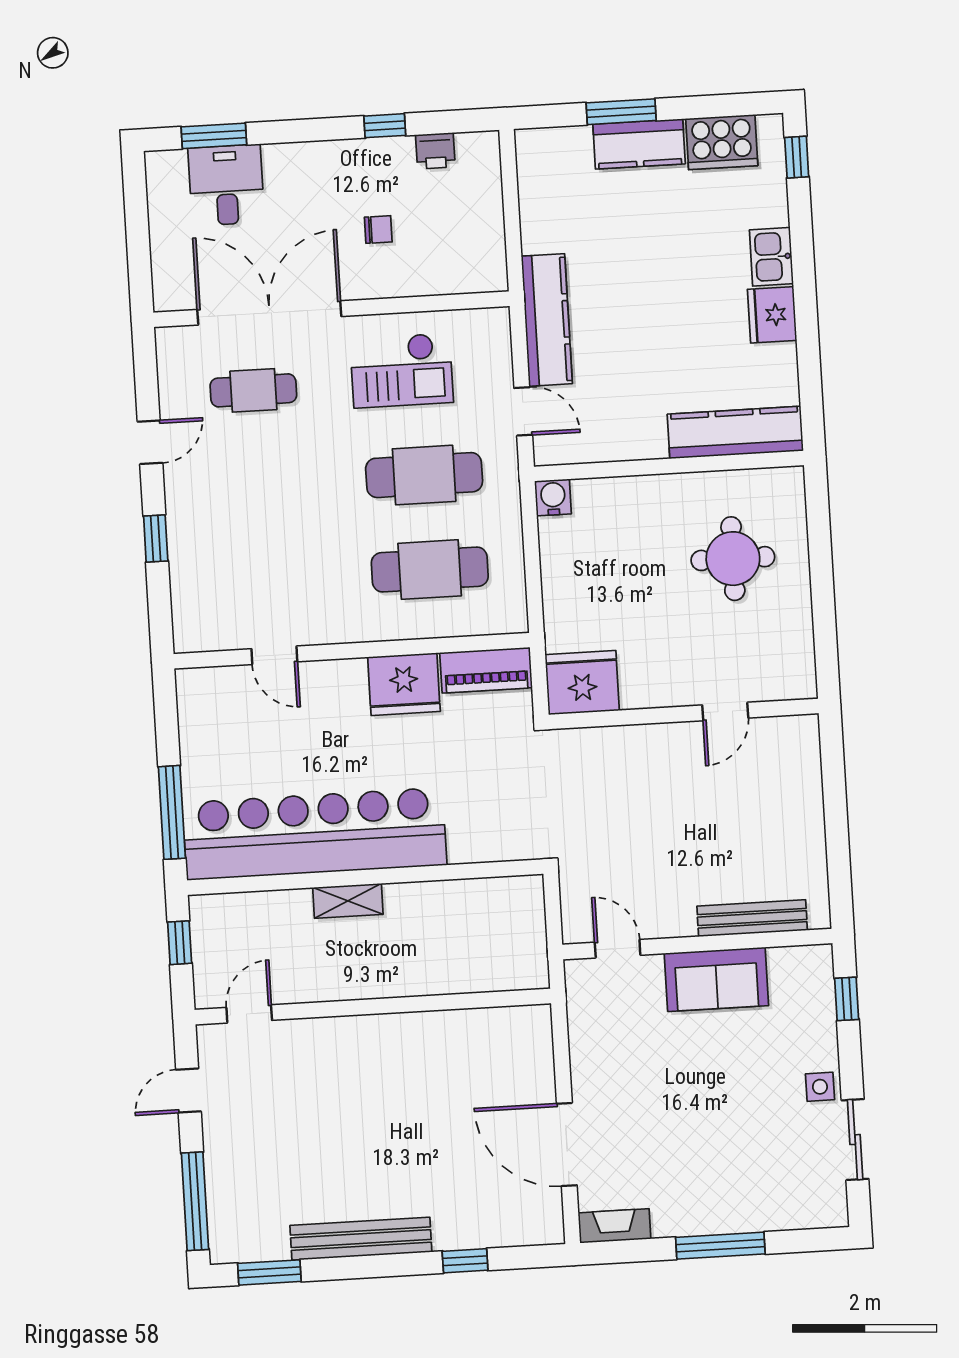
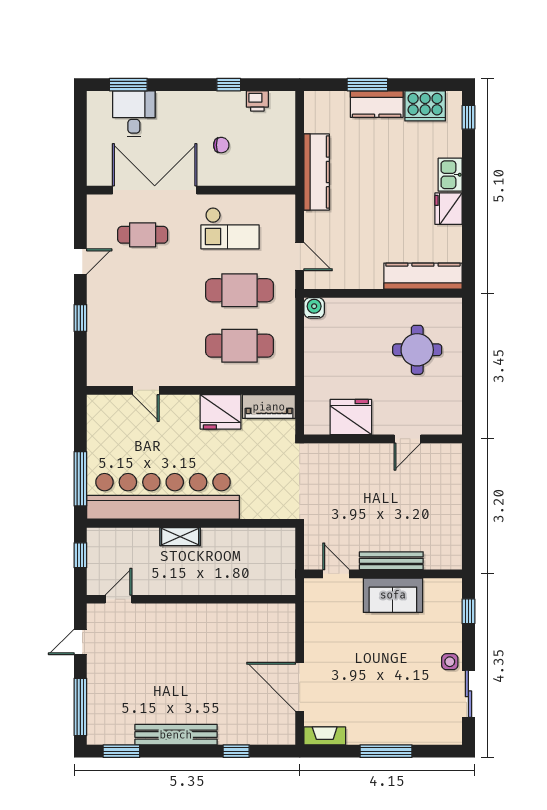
kitchen counter: (547, 320) -> (317, 172), moved
fridge: (582, 683) -> (351, 417), moved
bench: (752, 918) -> (391, 561), moved

